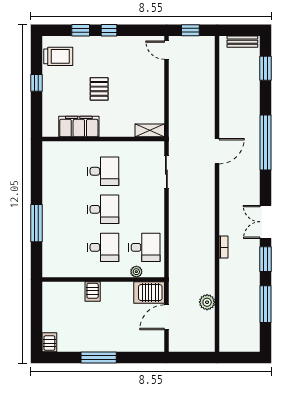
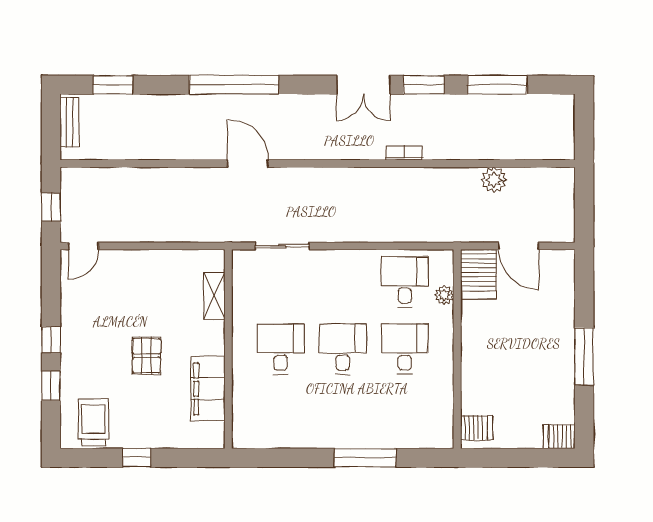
pallet: (99, 89) -> (147, 356), turned 90
shelving: (150, 130) -> (214, 296), moved
server rack: (93, 292) -> (477, 428), moved

